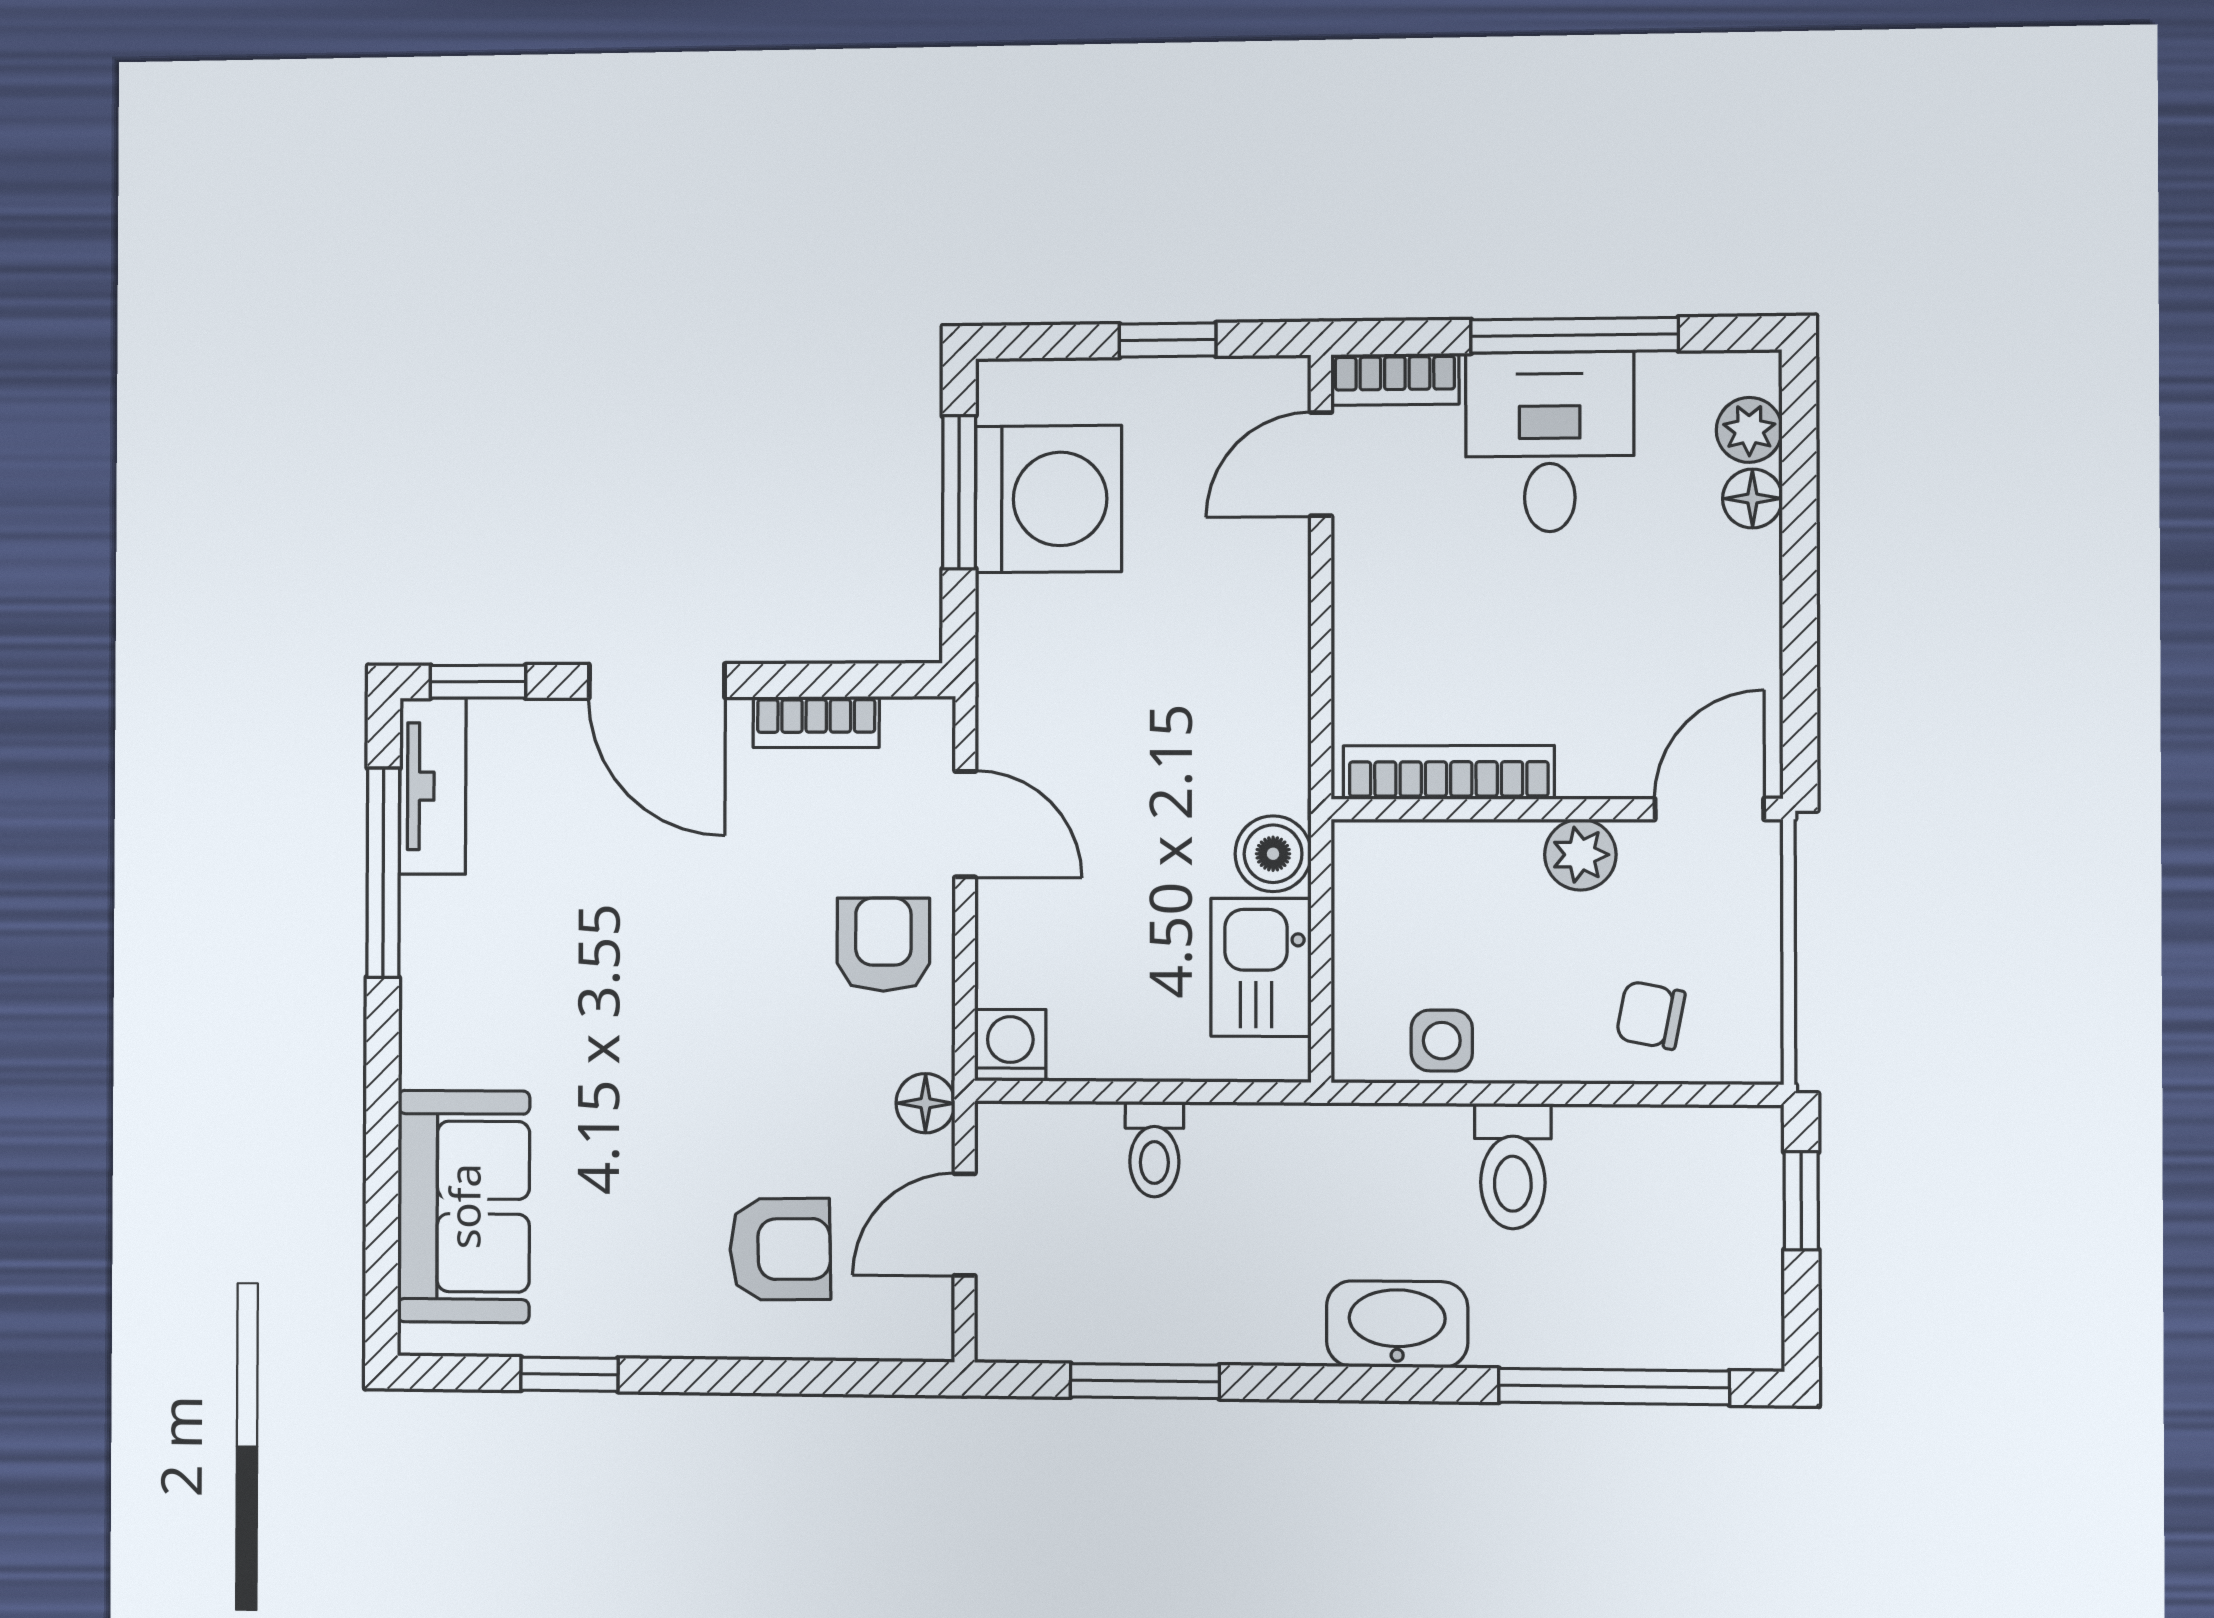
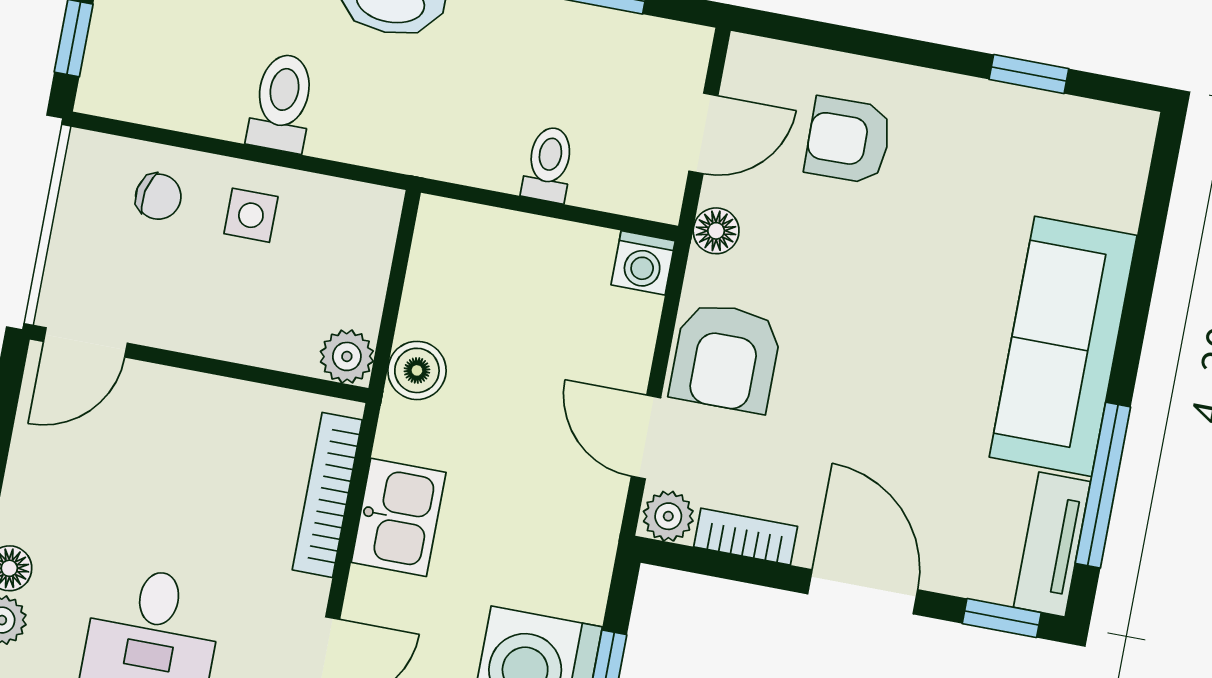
plant: (918, 729) -> (668, 516), added
bookcase: (1449, 772) -> (327, 495), moved, turned 90
plant: (1580, 855) -> (347, 356), moved
armchair: (883, 945) -> (726, 357), width x1.38, depth x1.38
kitchen sink: (1261, 967) -> (399, 517), moved
side table: (1442, 1041) -> (251, 215), moved
sofa: (464, 1206) -> (1063, 346), moved, width x1.36

